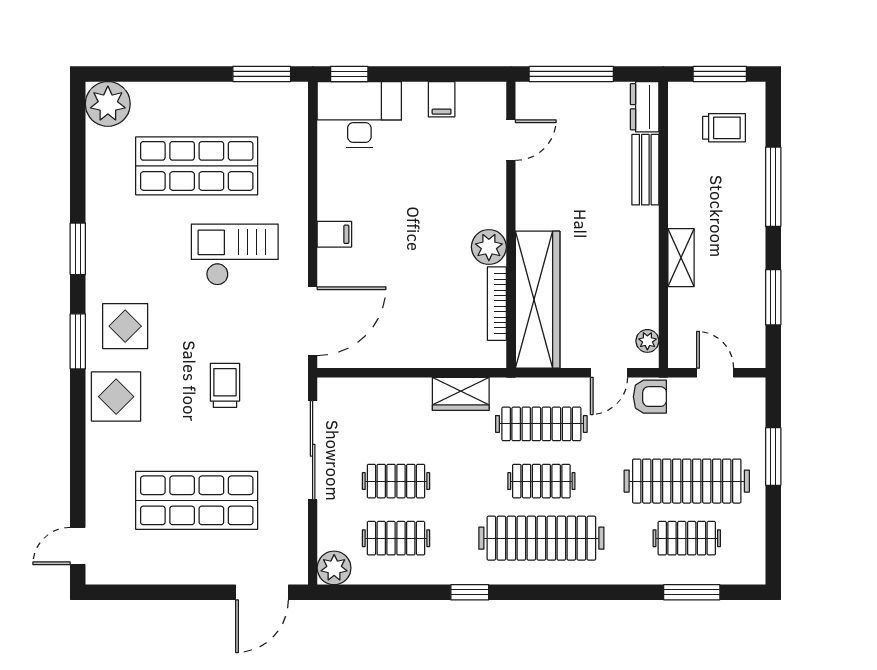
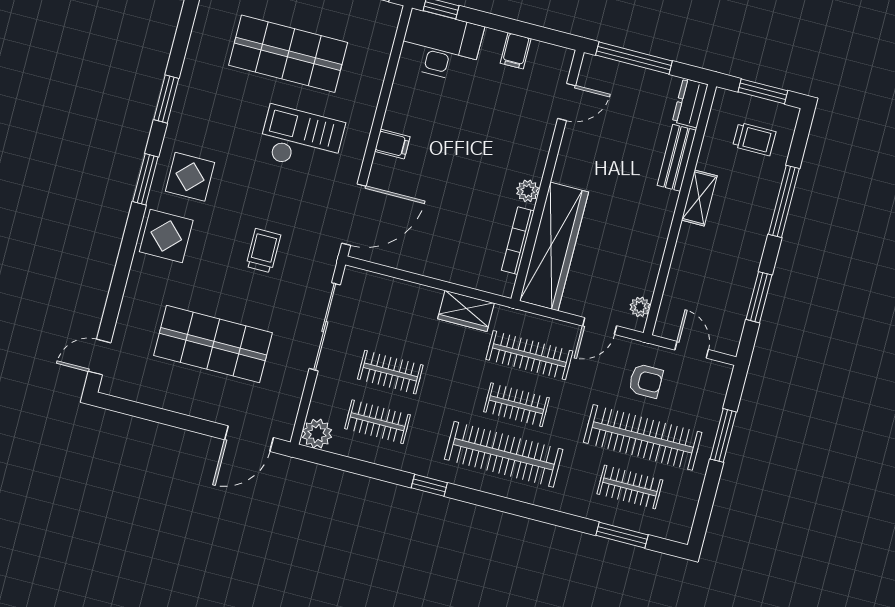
plant: (489, 247) -> (528, 191), width x0.73, depth x0.73
shelving: (681, 258) -> (699, 198), moved
armchair: (650, 397) -> (646, 381), moved

